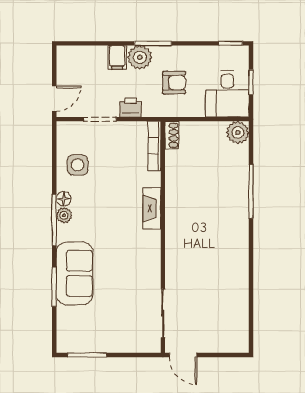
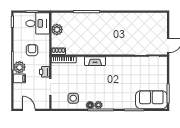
door: (54, 99) -> (29, 110), moved
plant: (238, 132) -> (57, 30), moved
sofa: (75, 273) -> (151, 100), moved

